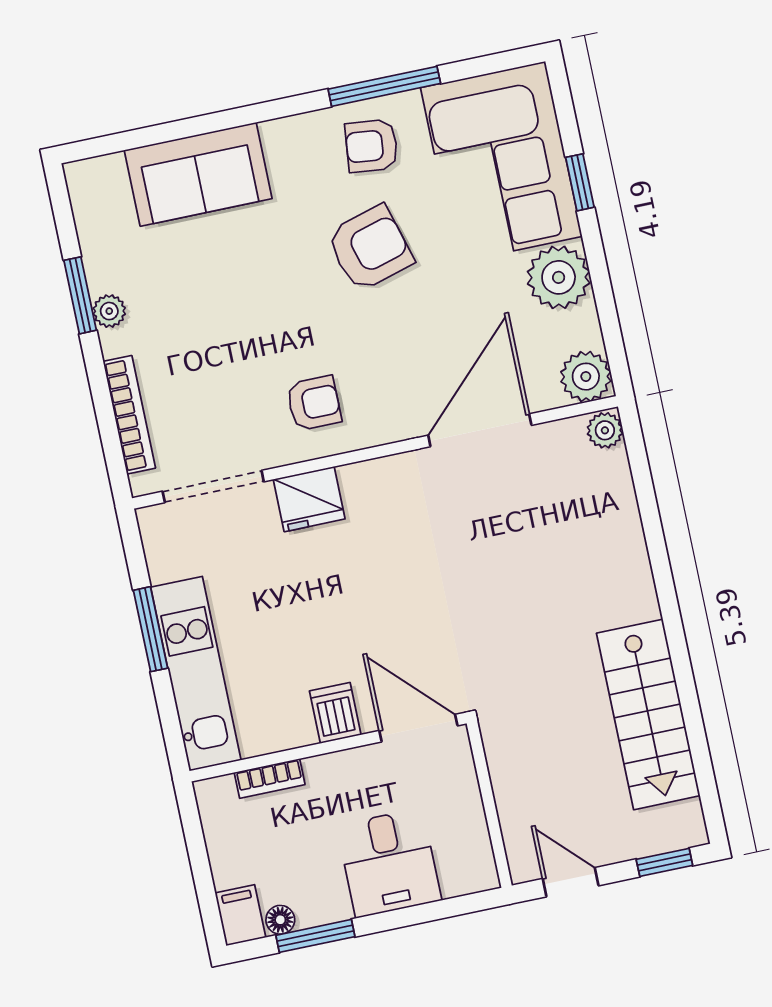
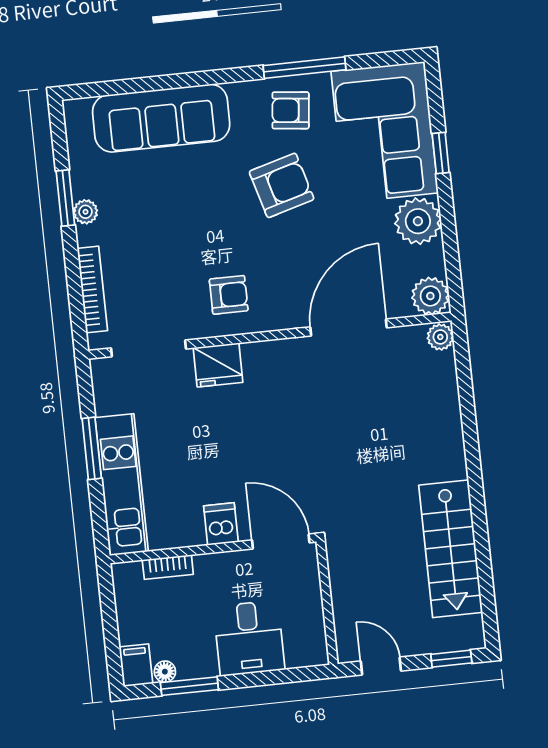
sofa: (198, 174) -> (161, 118), width x1.36

